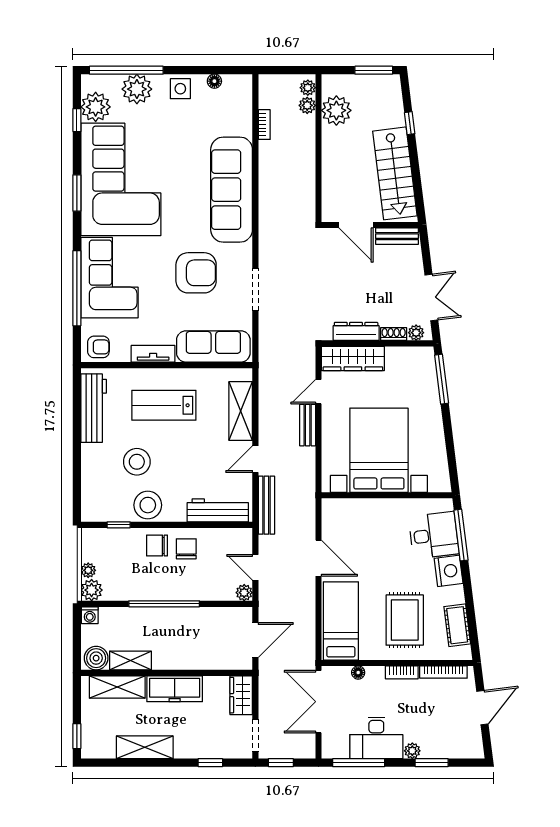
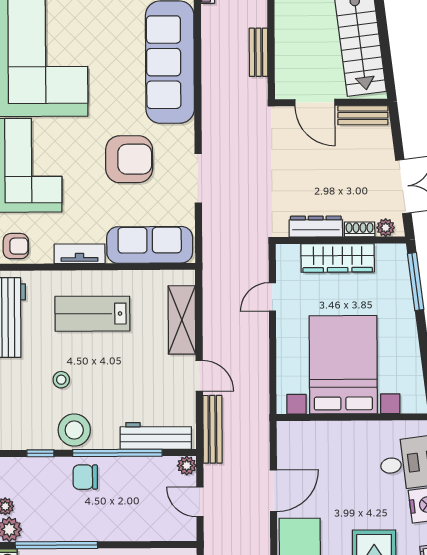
wardrobe: (353, 358) -> (338, 258), moved
bench: (308, 425) -> (258, 52), moved
door: (255, 459) -> (199, 376), swing flipped
stool: (137, 462) -> (61, 380), width x0.53, depth x0.53
window: (185, 525) -> (117, 453), added
chair: (186, 549) -> (119, 481), removed
door: (319, 558) -> (273, 491), hinge flipped
plant: (244, 593) -> (187, 466), moved
window: (164, 604) -> (56, 545), moved

